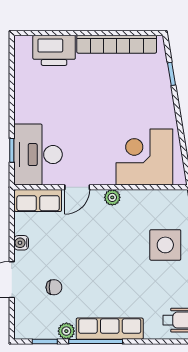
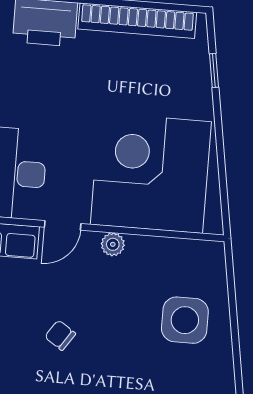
corner desk: (144, 157) -> (151, 173), width x1.36, depth x1.36
chair: (54, 287) -> (60, 335), moved, turned -146

